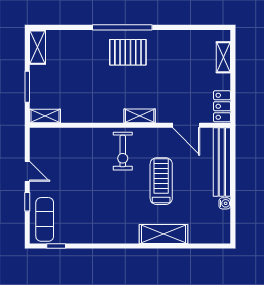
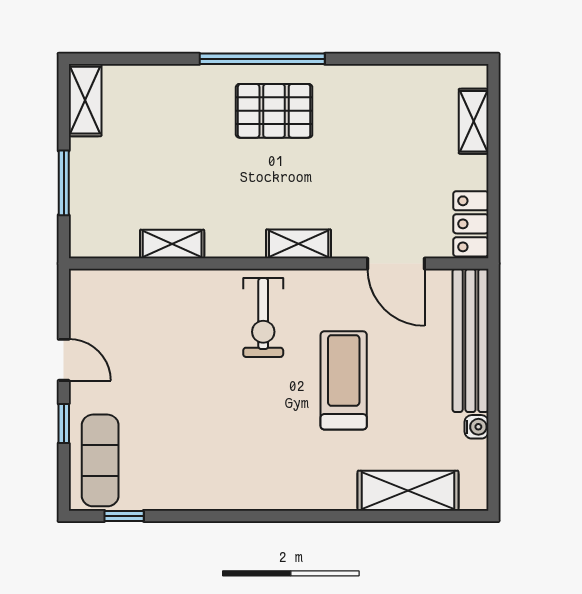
shelving: (45, 116) -> (172, 244), moved
shelving: (163, 234) -> (408, 491), moved

